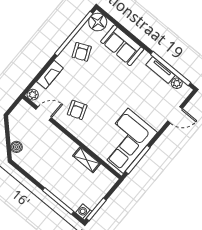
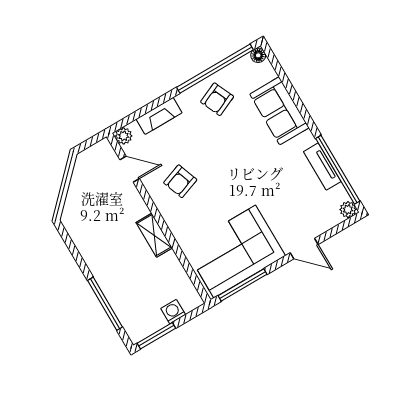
floor lamp: (98, 22) -> (258, 55), width x0.53, depth x0.53
plant: (177, 83) -> (348, 210), moved
door: (175, 115) -> (304, 249), moved
boiler: (16, 147) -> (73, 204), removed
shelving: (87, 160) -> (154, 235), moved
washing machine: (84, 212) -> (173, 312), moved

